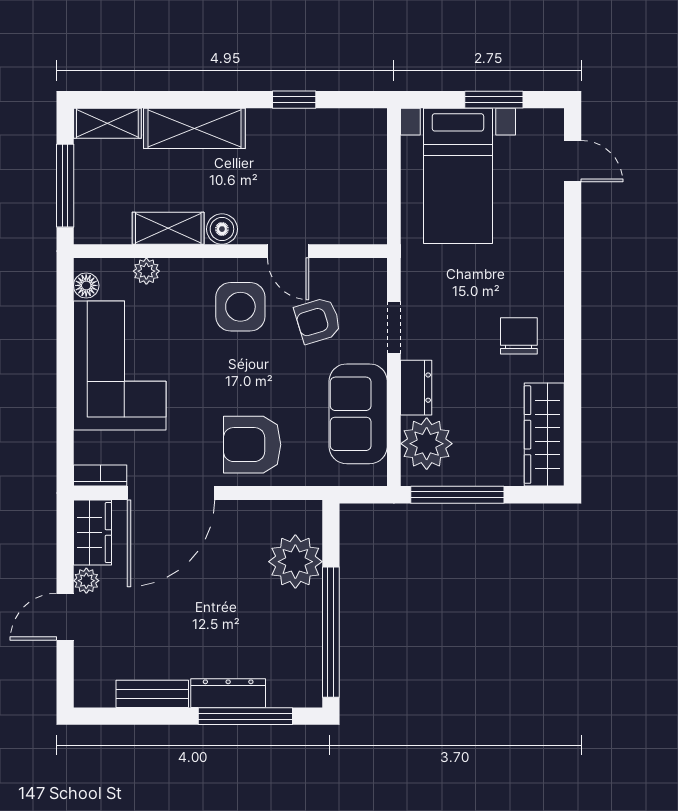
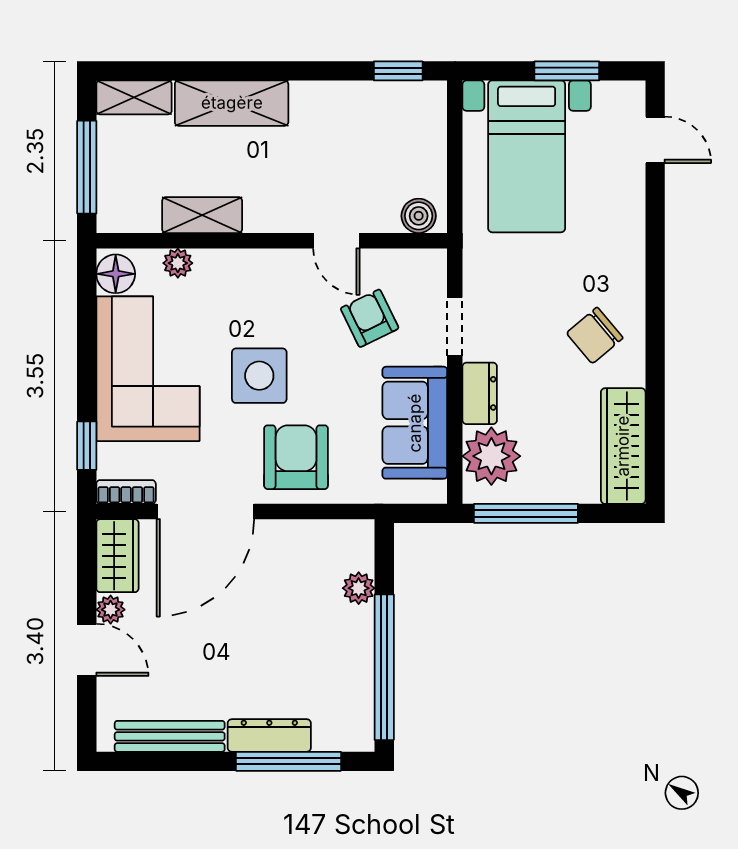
window: (294, 100) -> (398, 71), moved
boiler: (222, 229) -> (419, 216), moved
floor lamp: (86, 285) -> (116, 274), width x1.37, depth x1.37
side table: (240, 307) -> (259, 376), moved
armchair: (318, 320) -> (370, 318), turned 81
chair: (519, 336) -> (595, 335), turned -130
window: (65, 434) -> (87, 446), added
armchair: (252, 445) -> (296, 457), turned 90
plant: (295, 562) -> (359, 588), width x0.53, depth x0.53
door: (65, 617) -> (87, 650), swing flipped
bench: (152, 694) -> (170, 736), width x1.36

